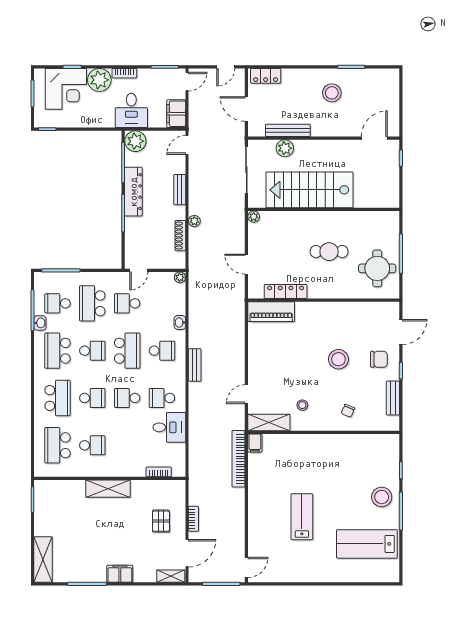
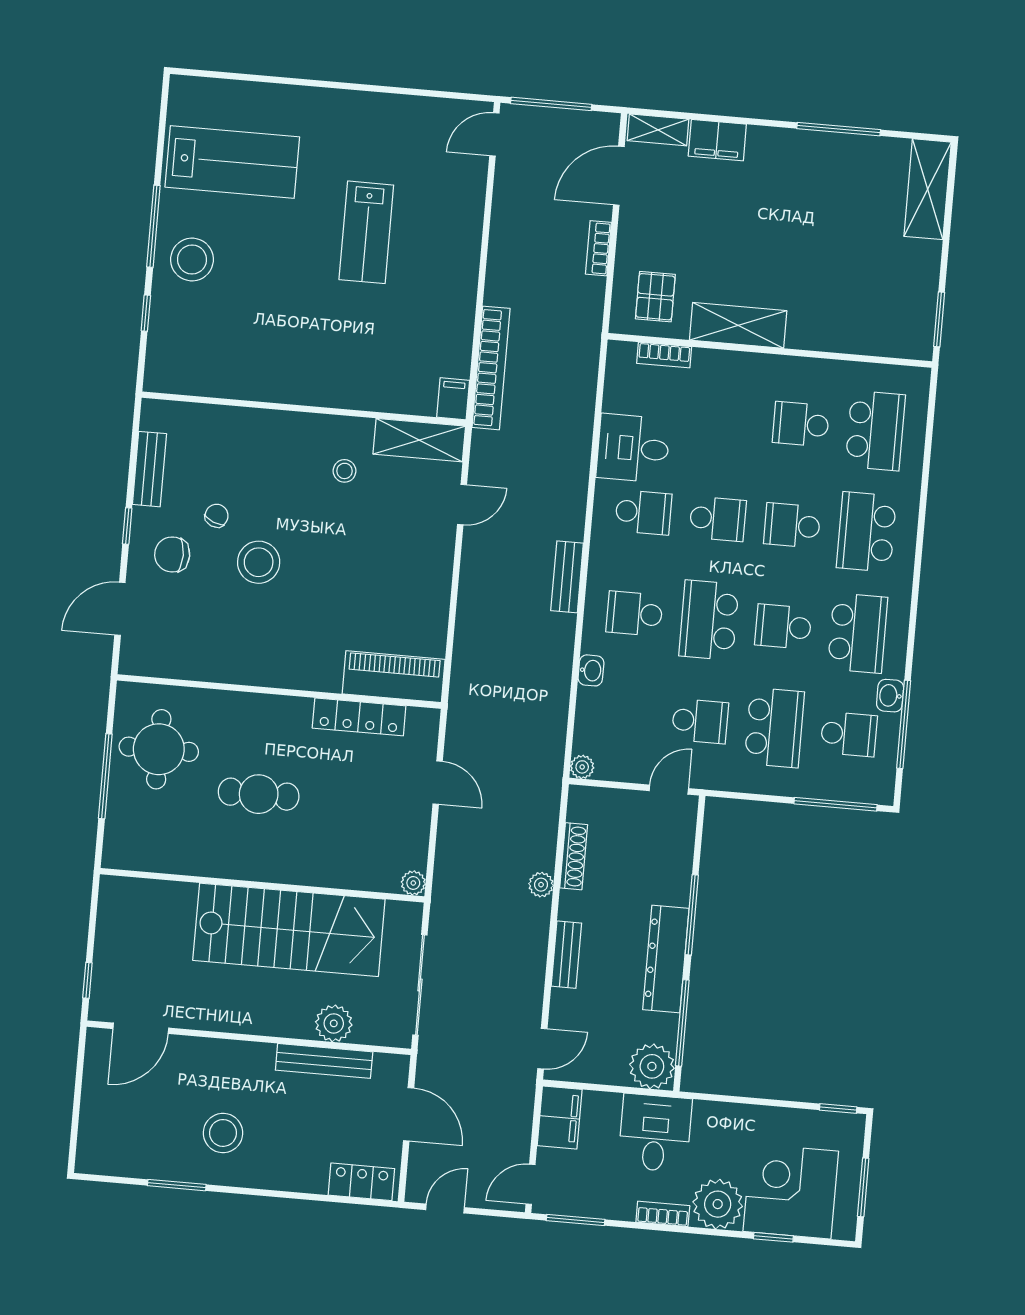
chair: (348, 411) -> (217, 516), moved
shelving: (108, 489) -> (738, 325), moved
pallet: (161, 521) -> (655, 297), moved
filing cabinet: (120, 574) -> (717, 140), moved

